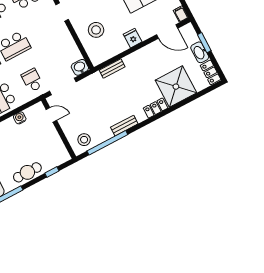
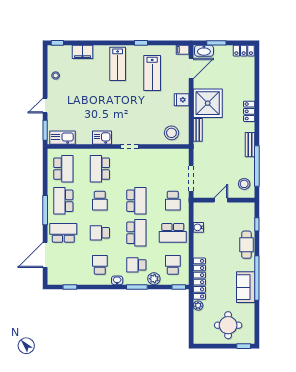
stool: (96, 30) -> (171, 133), moved
washbasin: (200, 52) -> (204, 51), moved
washbasin: (80, 67) -> (183, 156), removed
school desk: (32, 80) -> (173, 201), turned -90
shower: (176, 87) -> (208, 103), moved
door: (51, 115) -> (221, 200), moved

